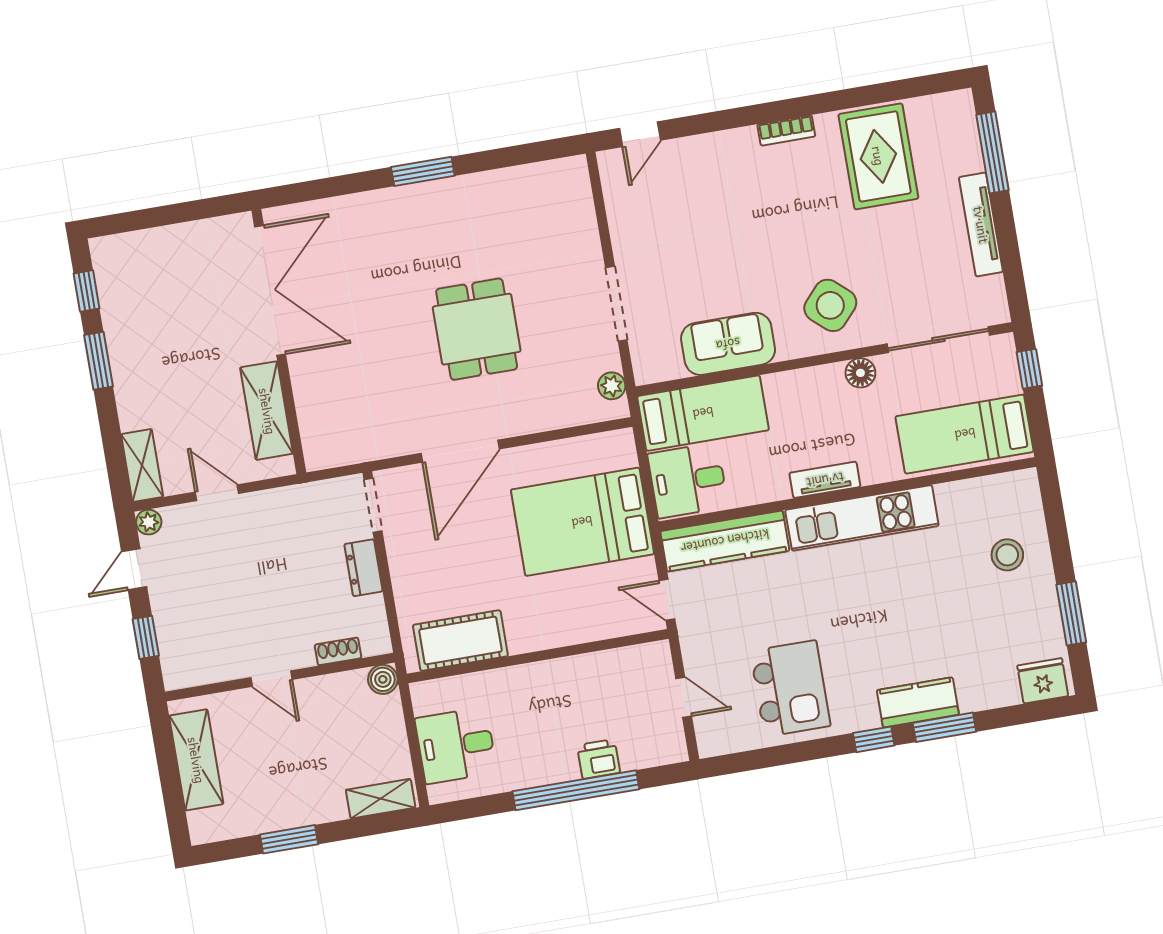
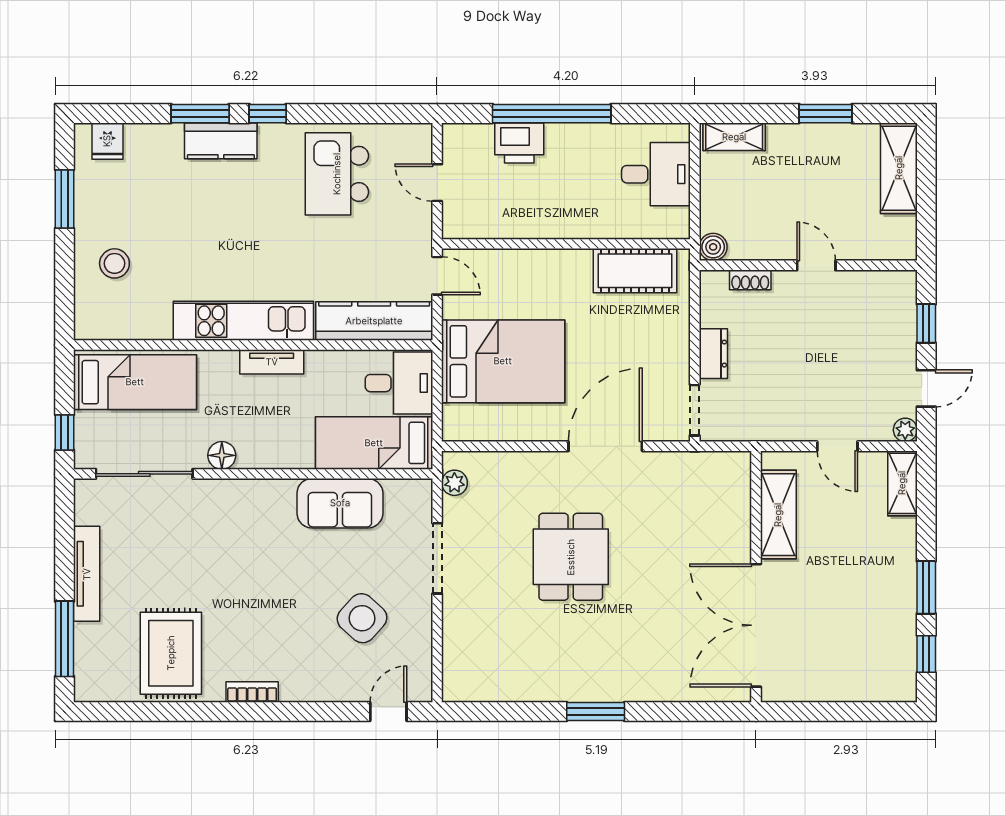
side table: (830, 305) -> (362, 618), moved
fridge: (1043, 681) -> (107, 141), width x0.72
printer: (599, 759) -> (519, 143), width x1.36, depth x1.24
shelving: (196, 760) -> (899, 168), moved

